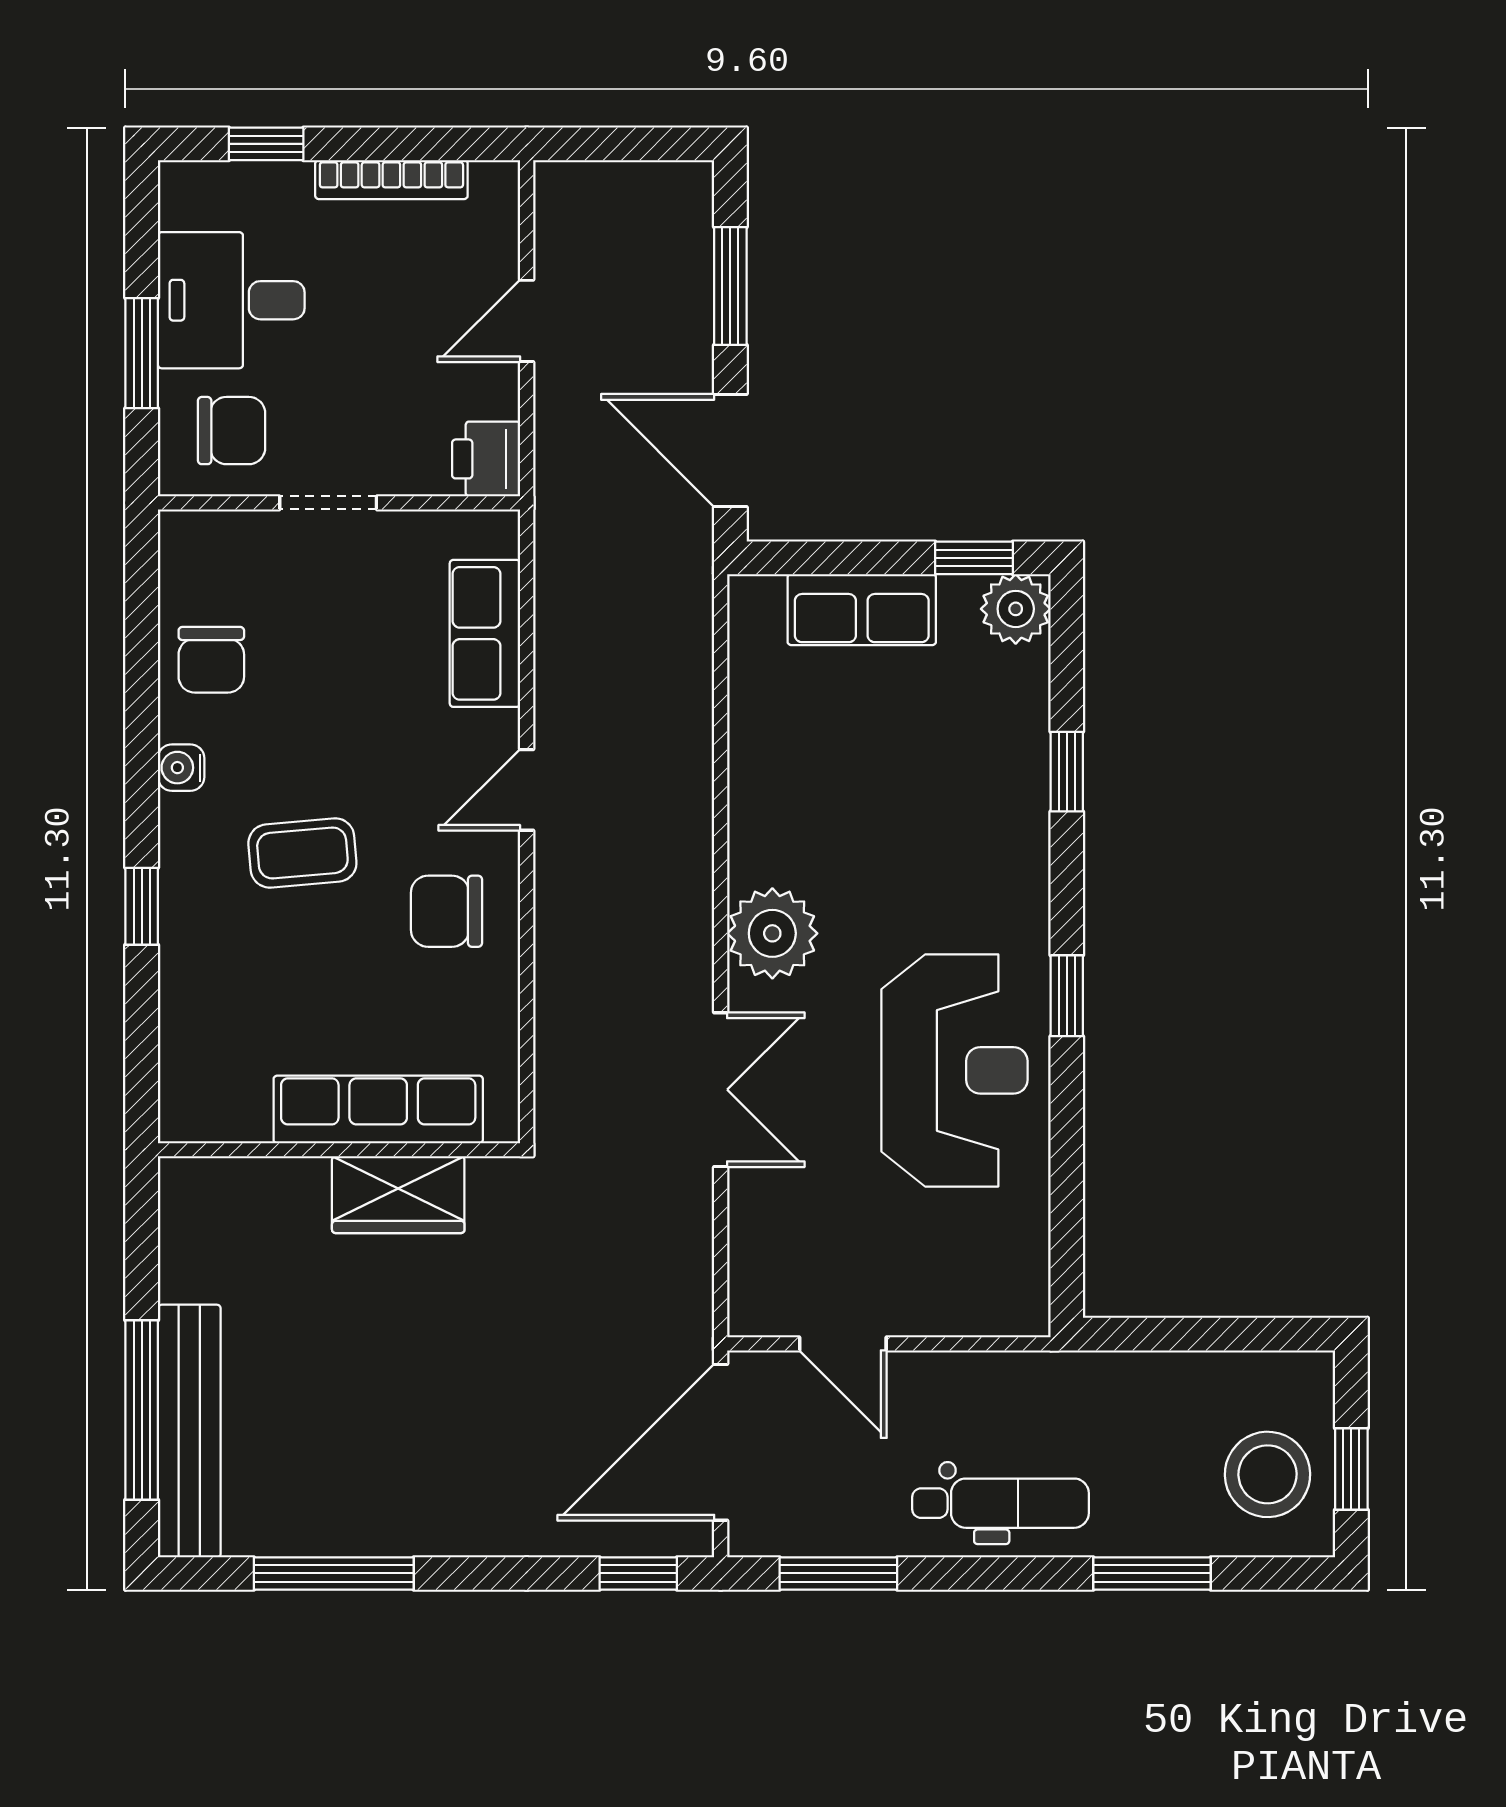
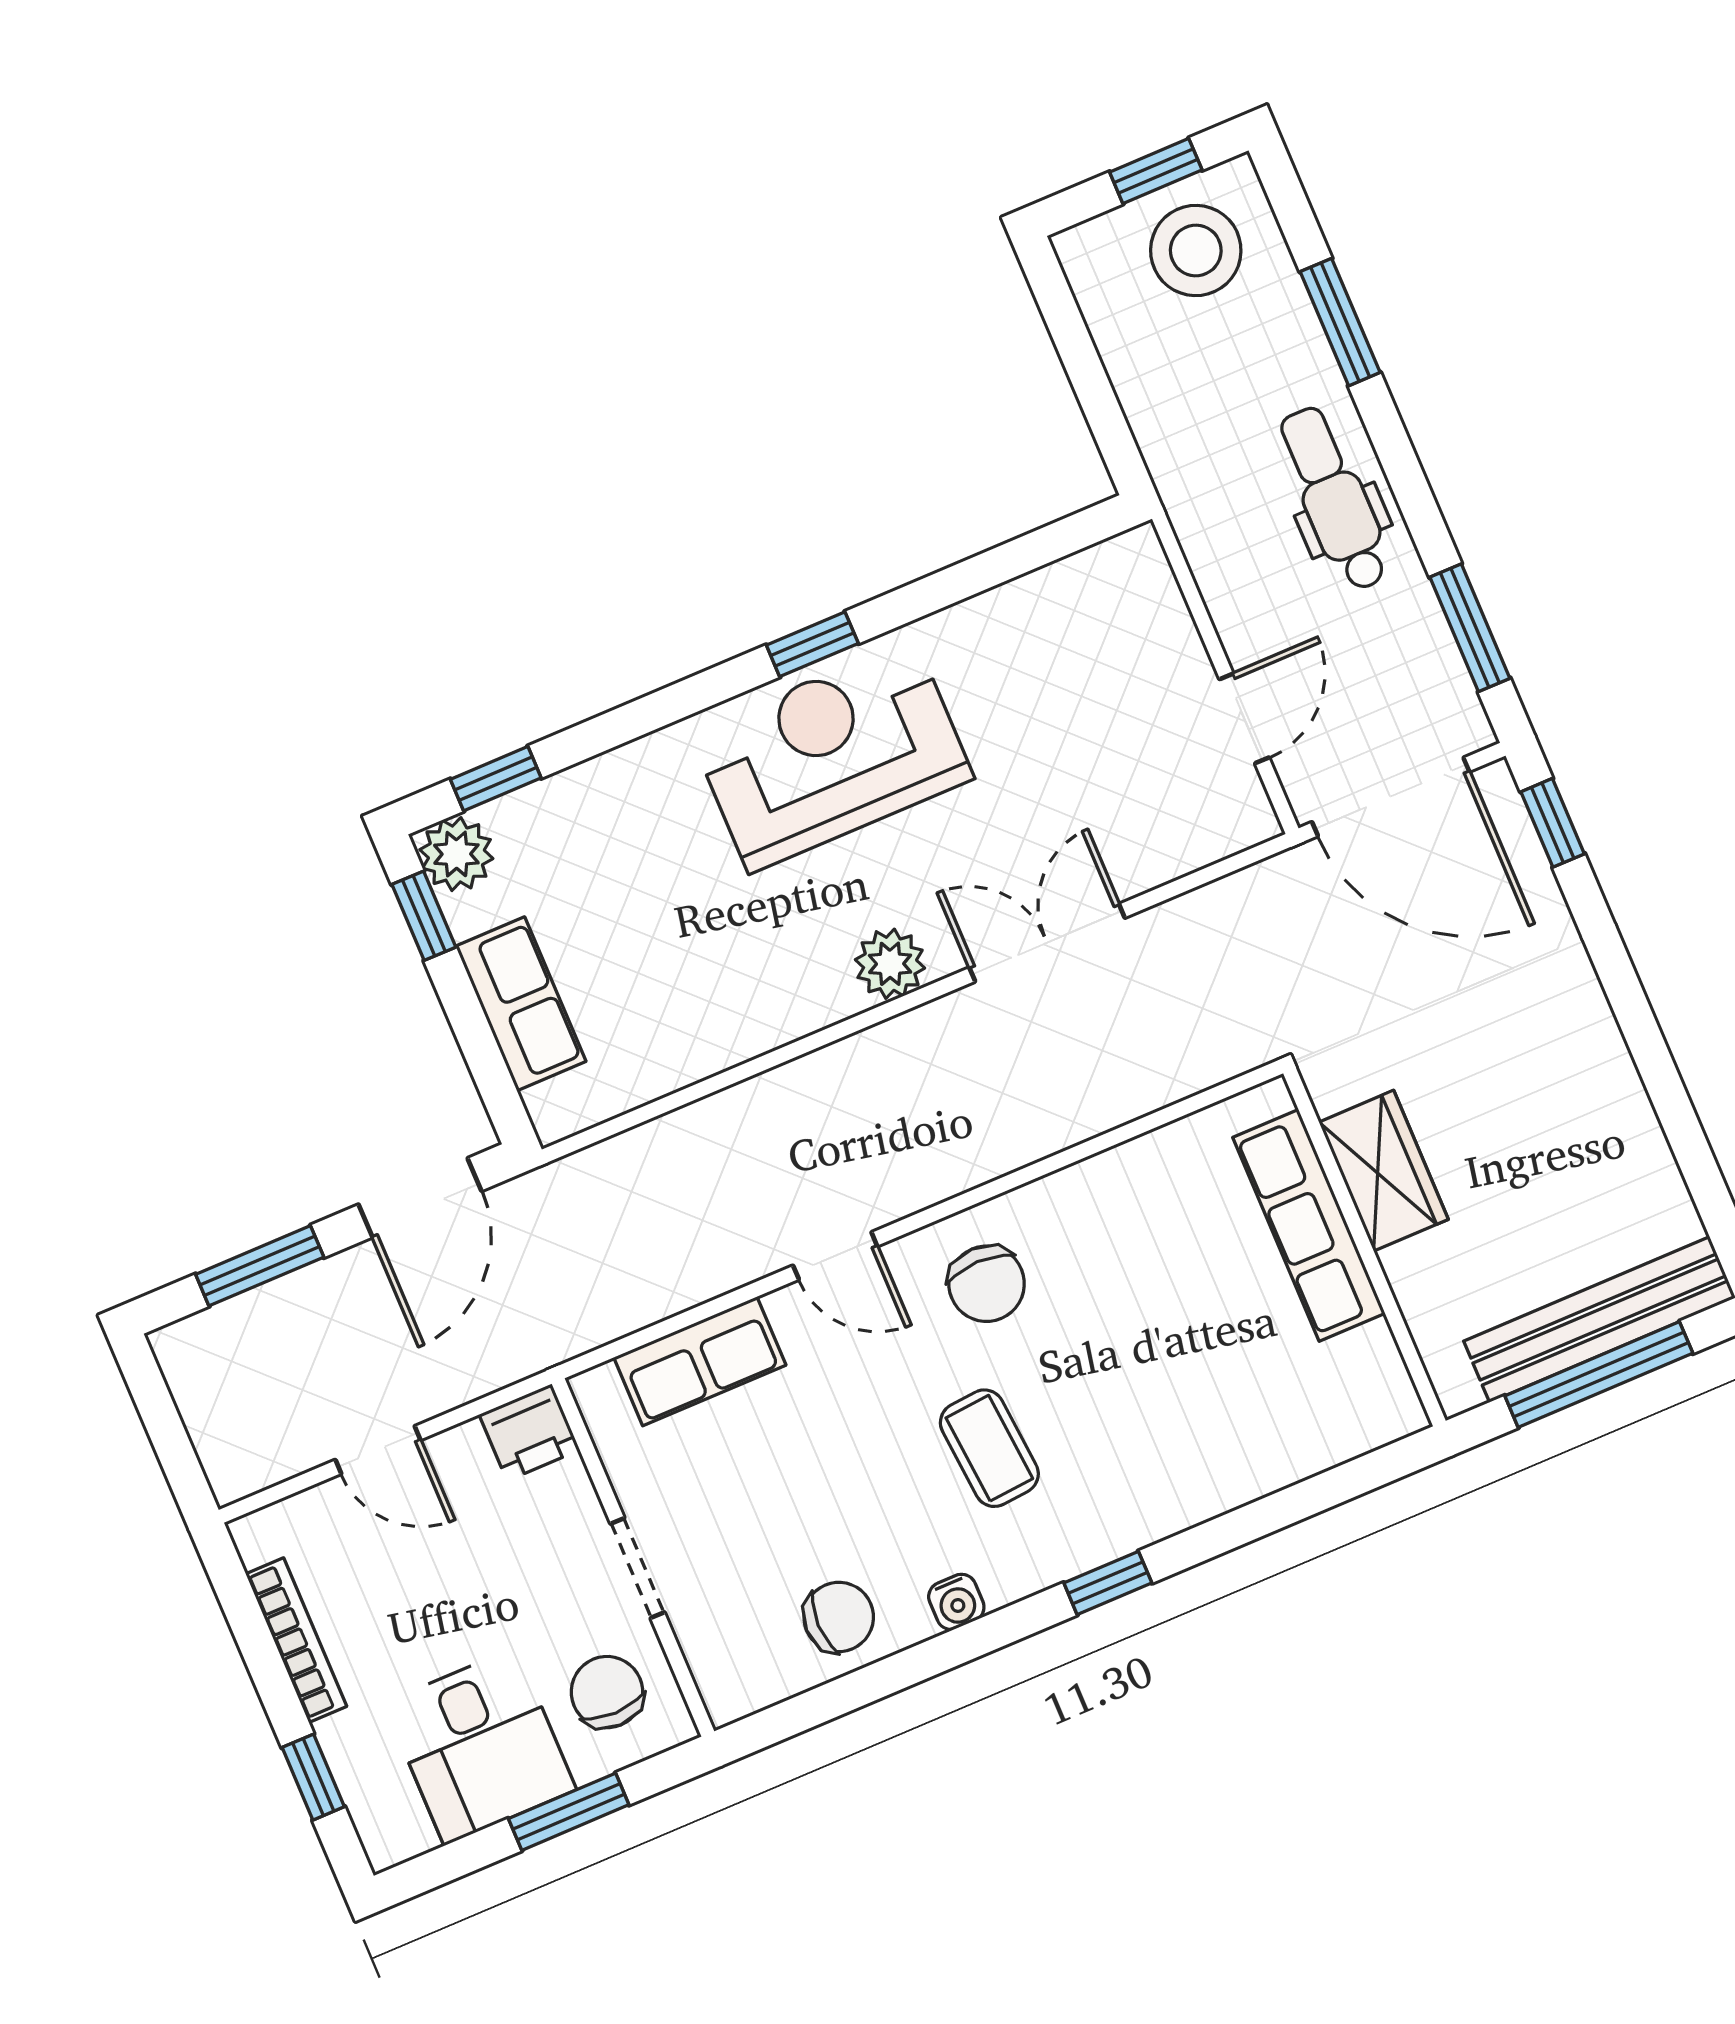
window: (1067, 772) -> (496, 779), moved
plant: (772, 933) -> (890, 964), width x0.73, depth x0.73
reception desk: (954, 1070) -> (832, 756), moved
row of seats: (378, 1109) -> (1309, 1225), moved
wall: (339, 1150) -> (1364, 1247), moved
wardrobe: (398, 1195) -> (1384, 1171), moved
window: (334, 1573) -> (1679, 1120), removed

